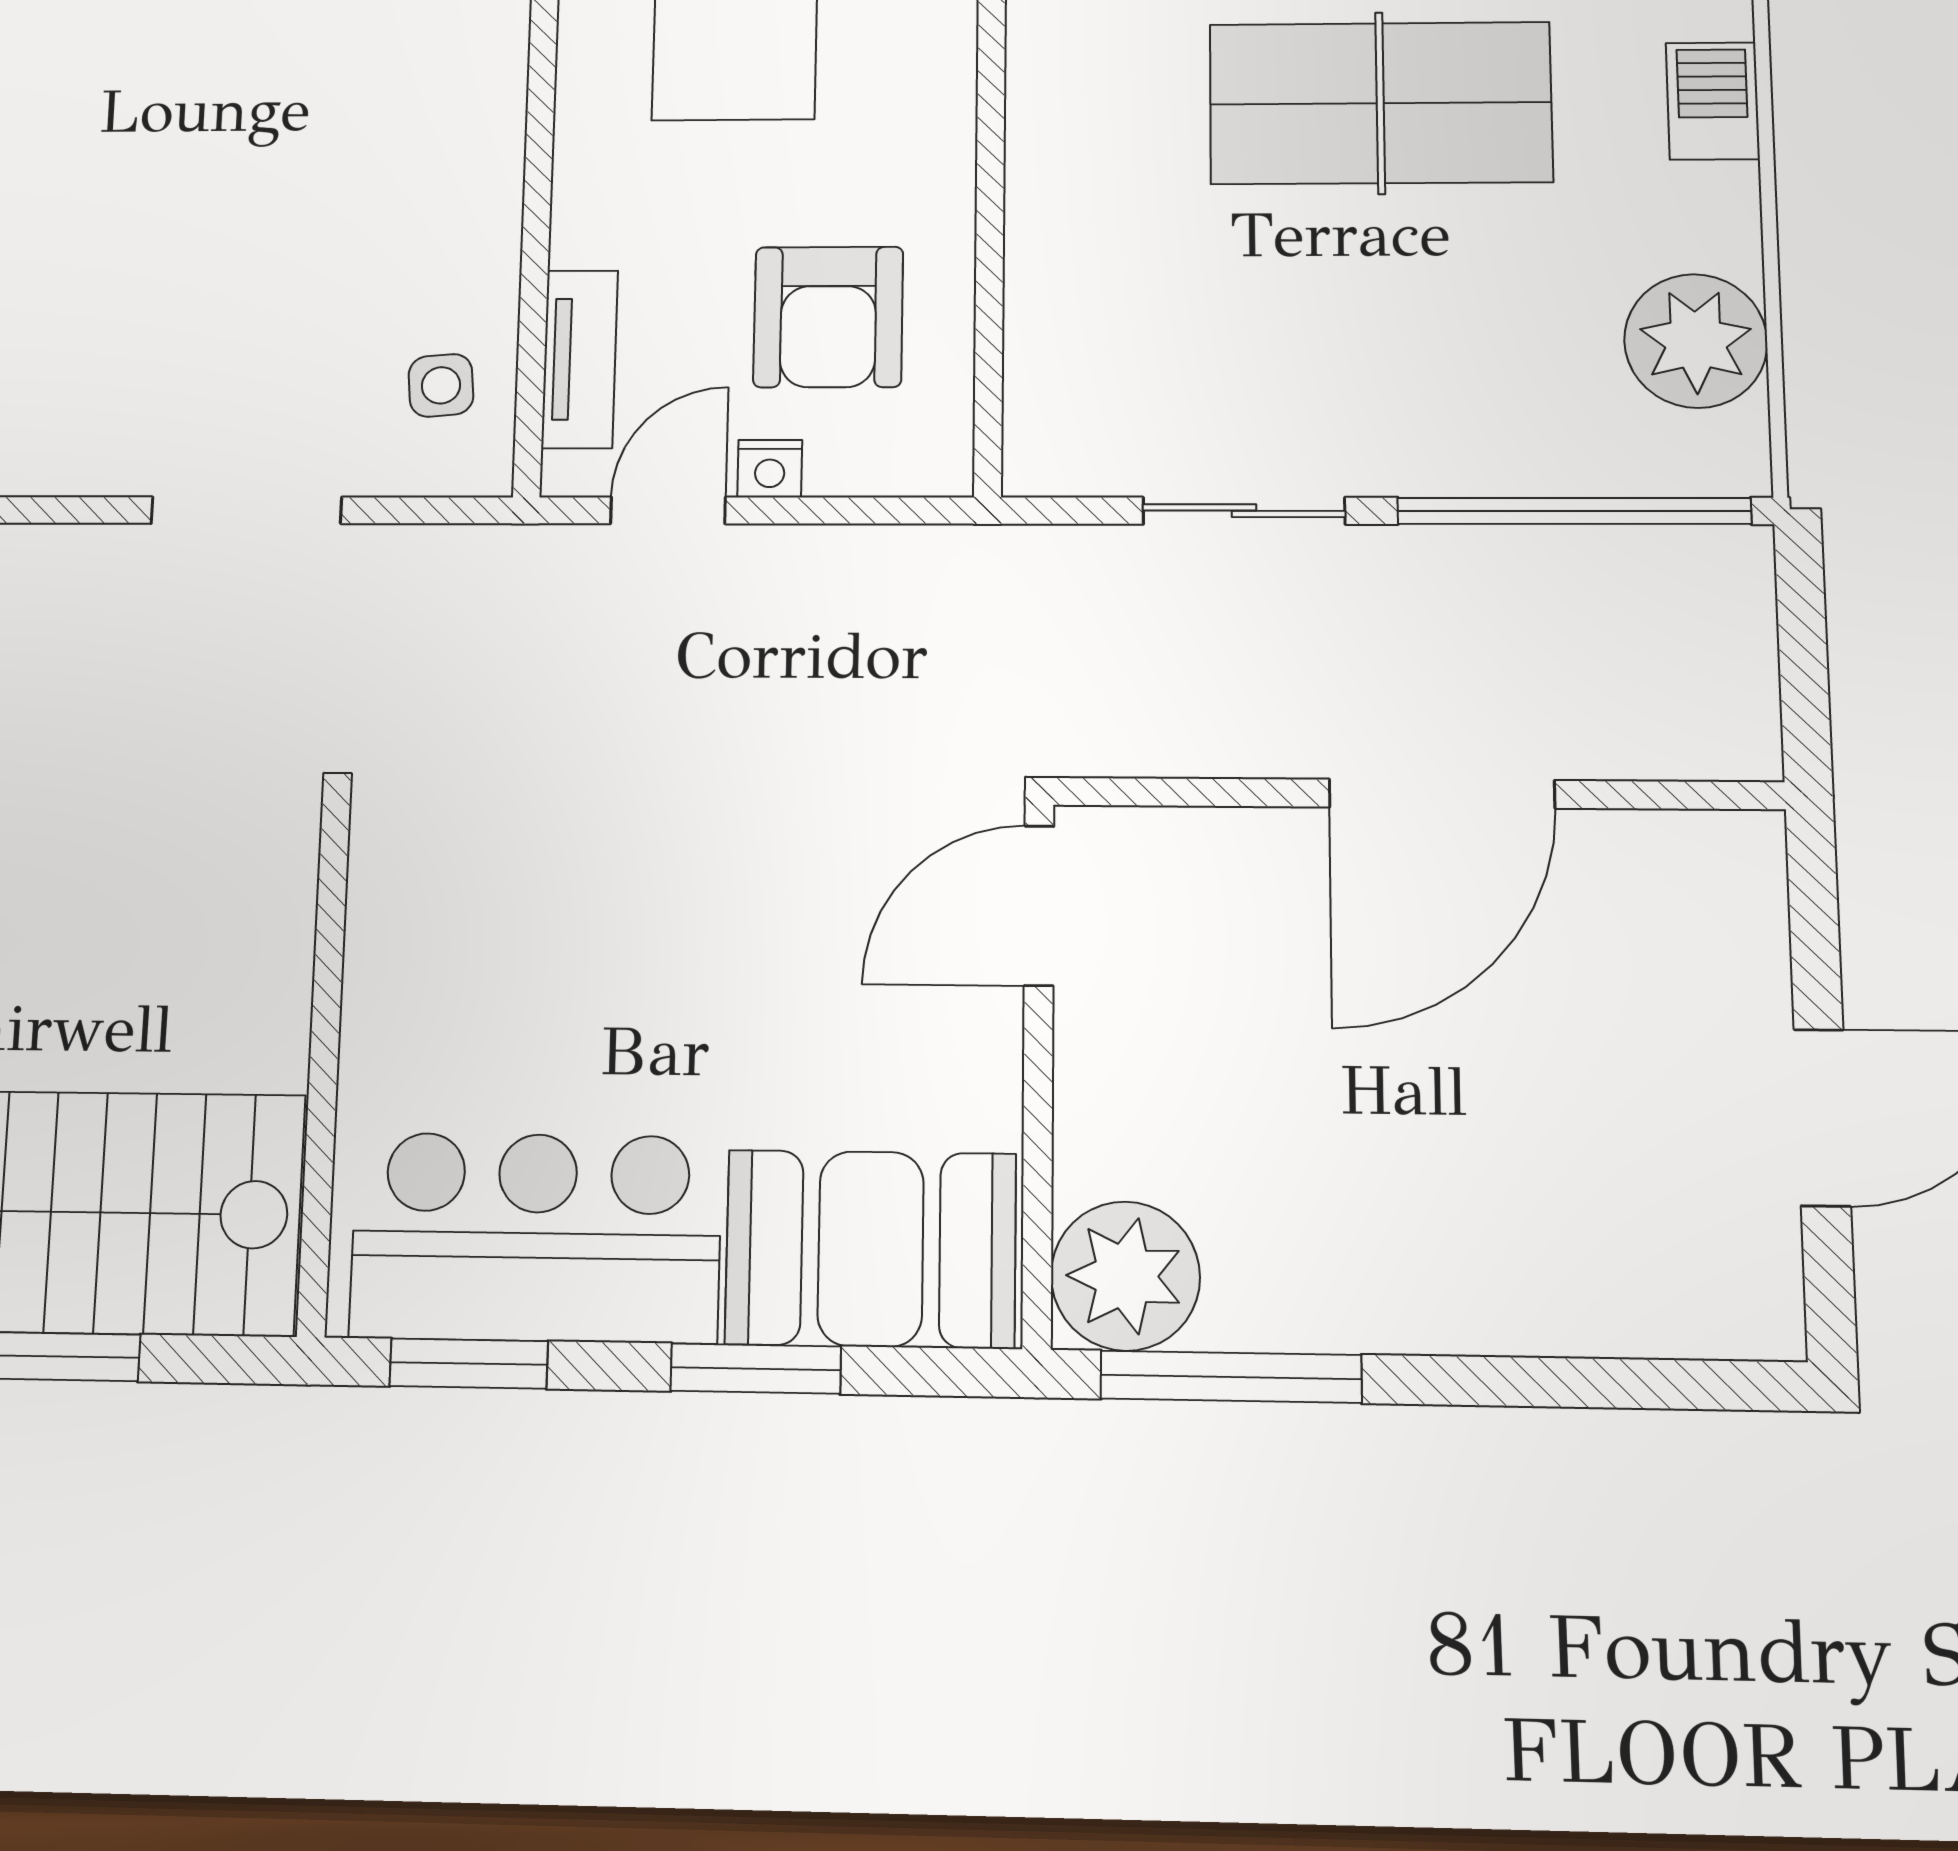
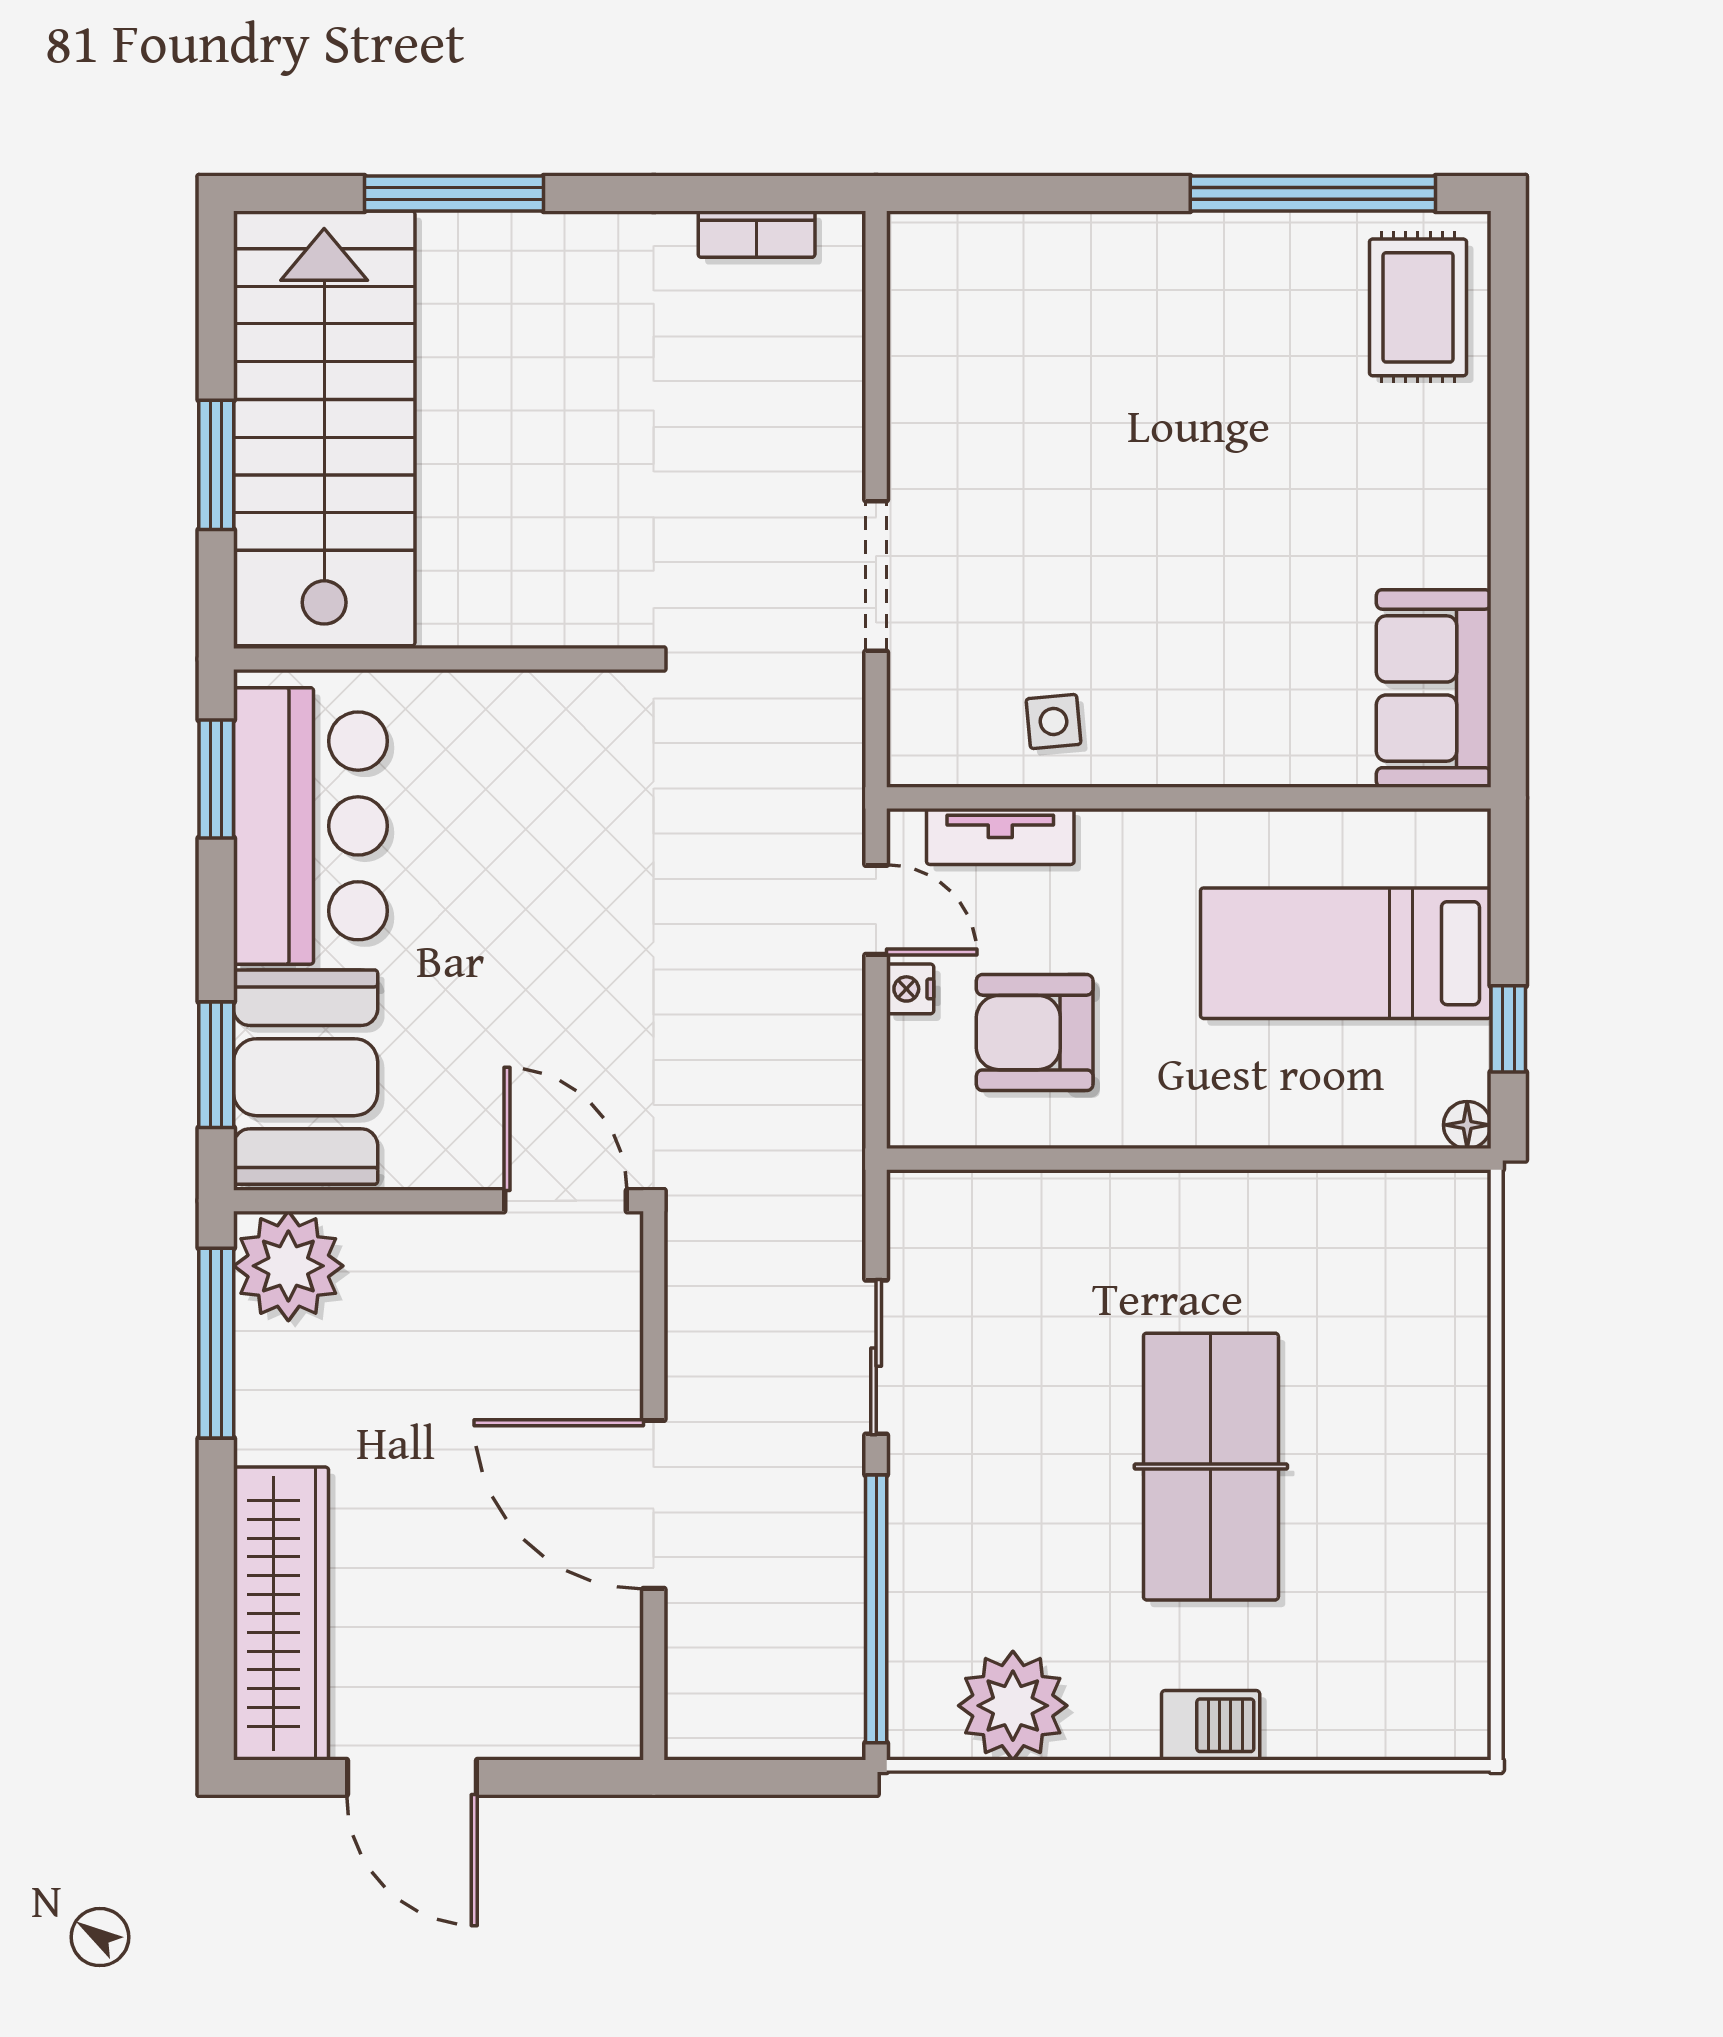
side table: (441, 385) -> (1054, 722), moved
wardrobe: (1602, 1293) -> (281, 1613), added
window: (756, 1369) -> (216, 1065), moved

